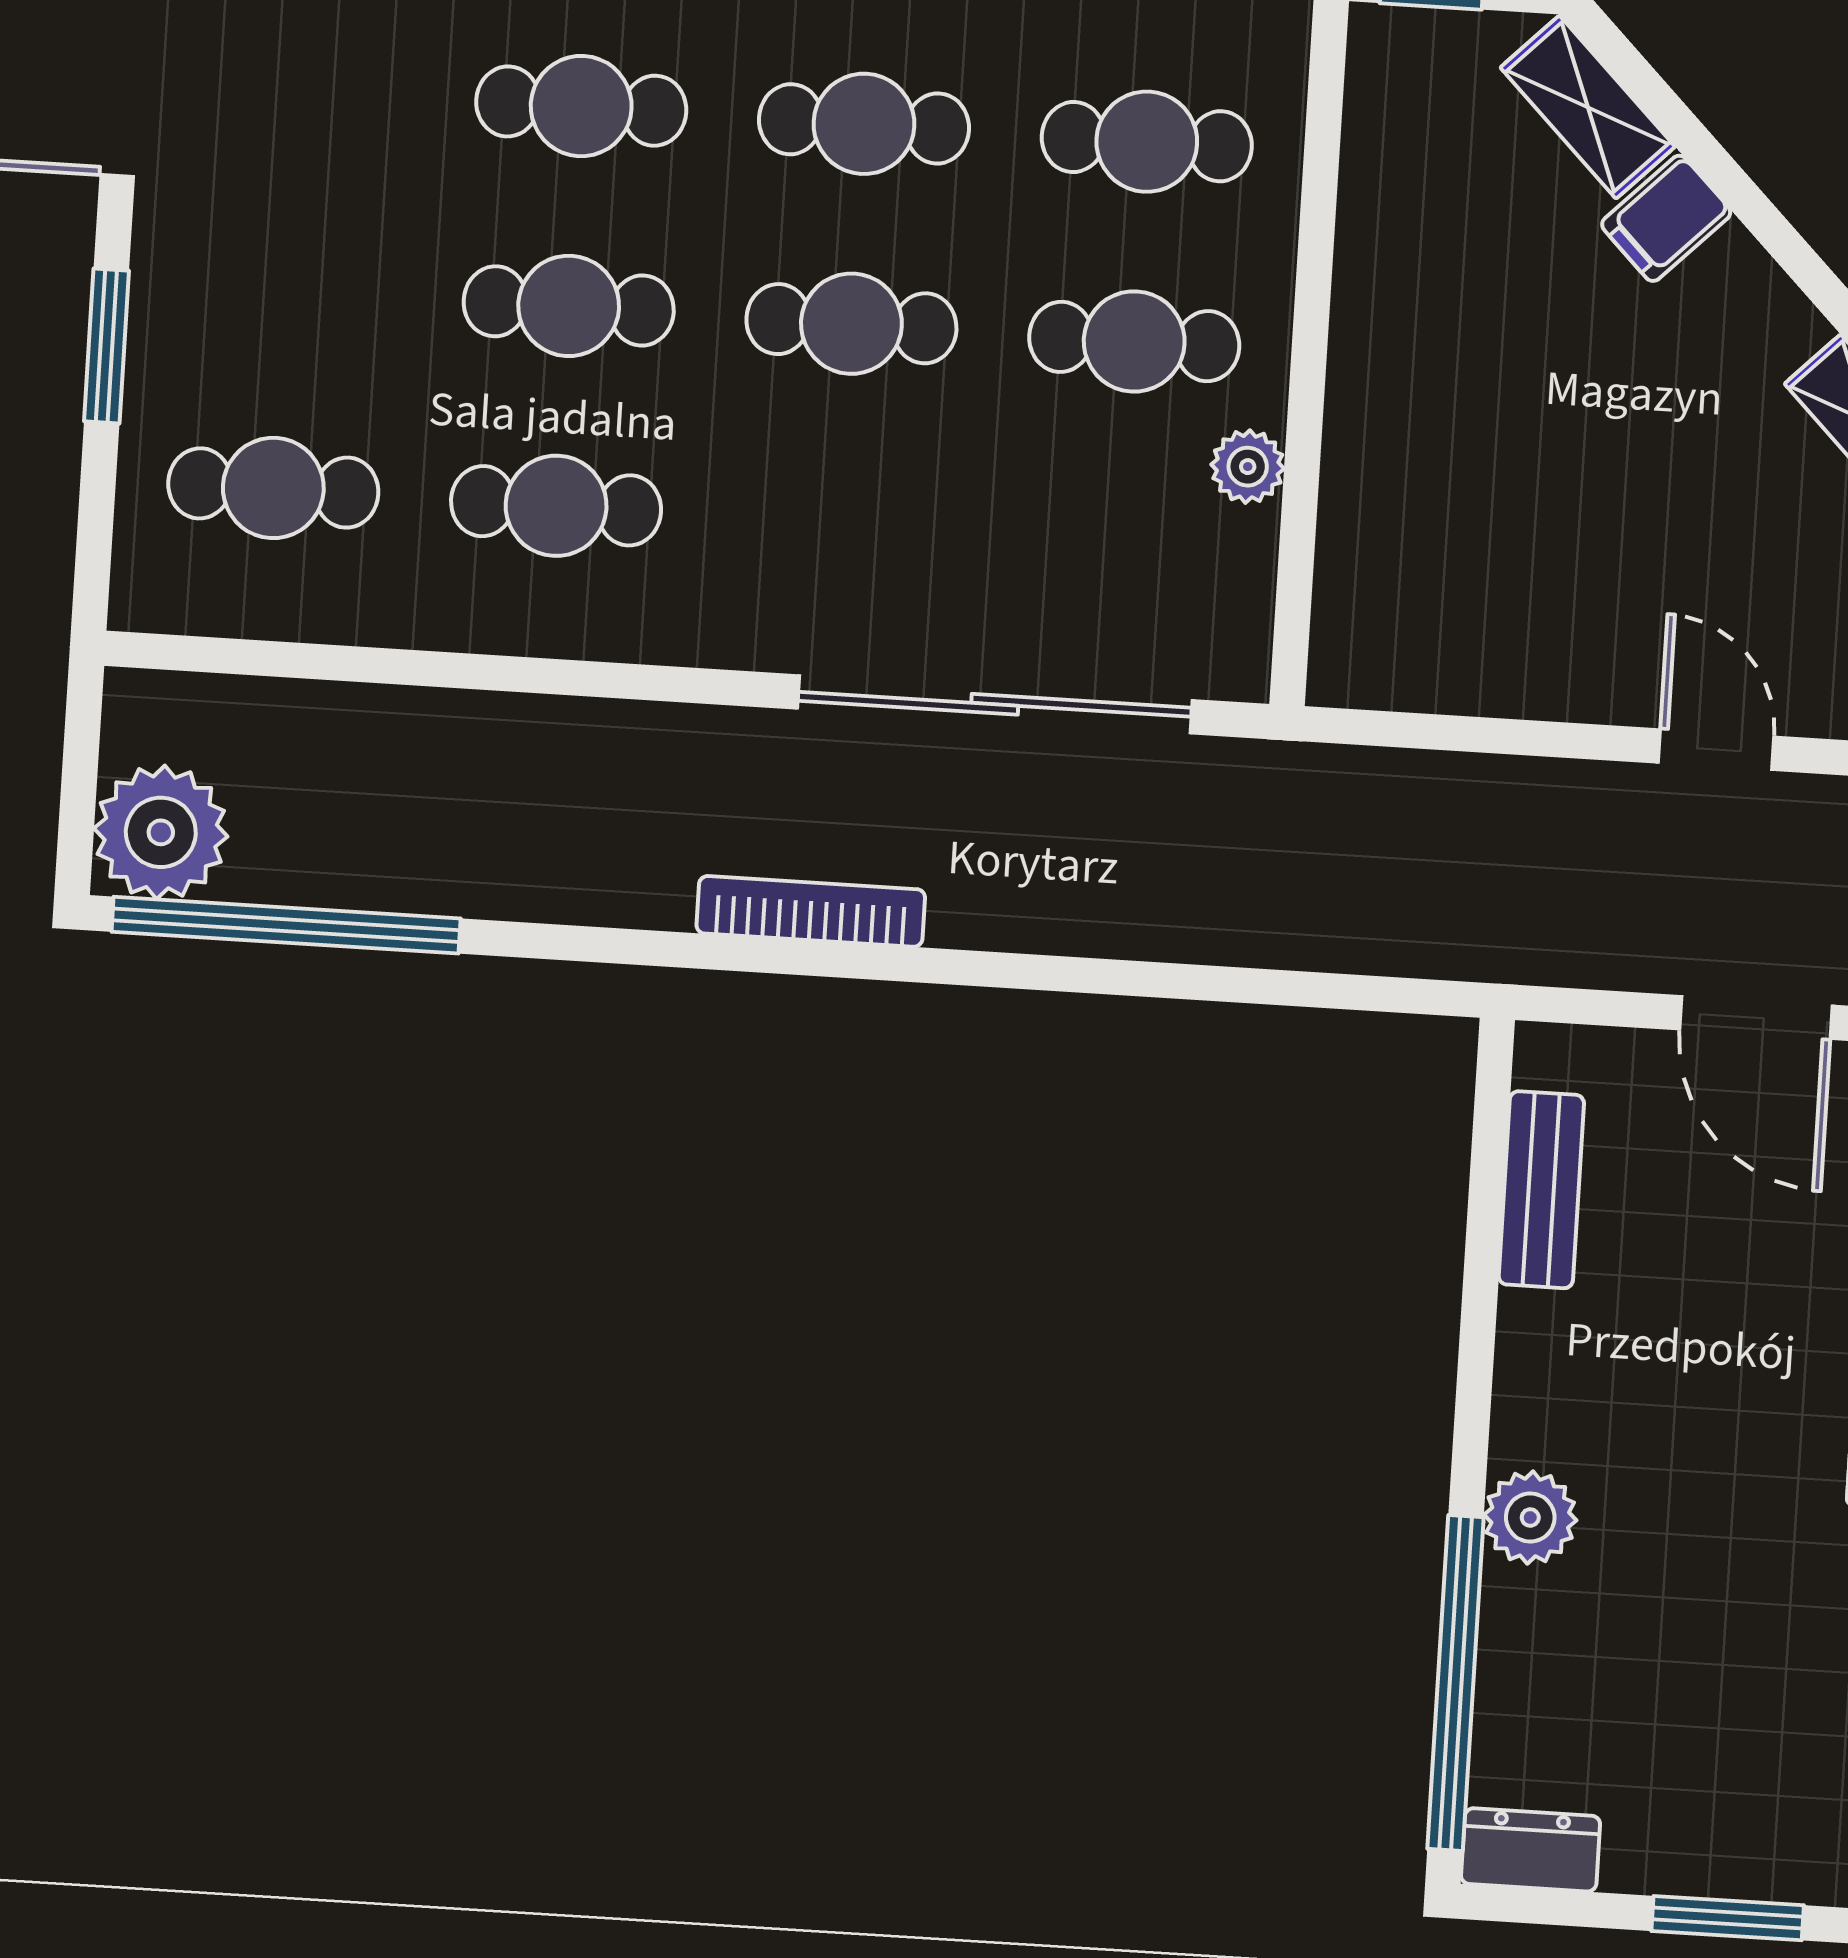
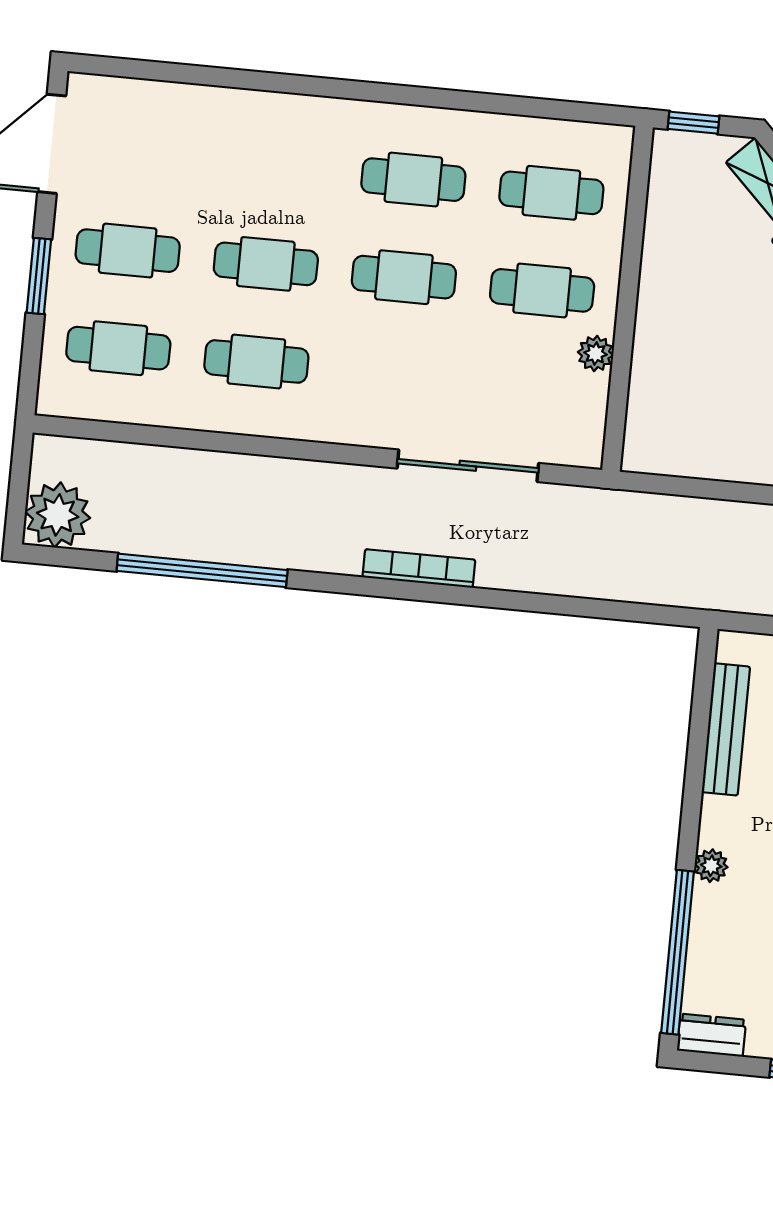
cafe table: (581, 106) -> (128, 251), moved
sliding door: (995, 704) -> (468, 466), width x0.73
bookcase: (811, 911) -> (419, 568), moved
window: (286, 925) -> (202, 570), moved
bench: (1541, 1190) -> (726, 729), width x1.36
plant: (1530, 1518) -> (711, 866), width x0.73, depth x0.73

